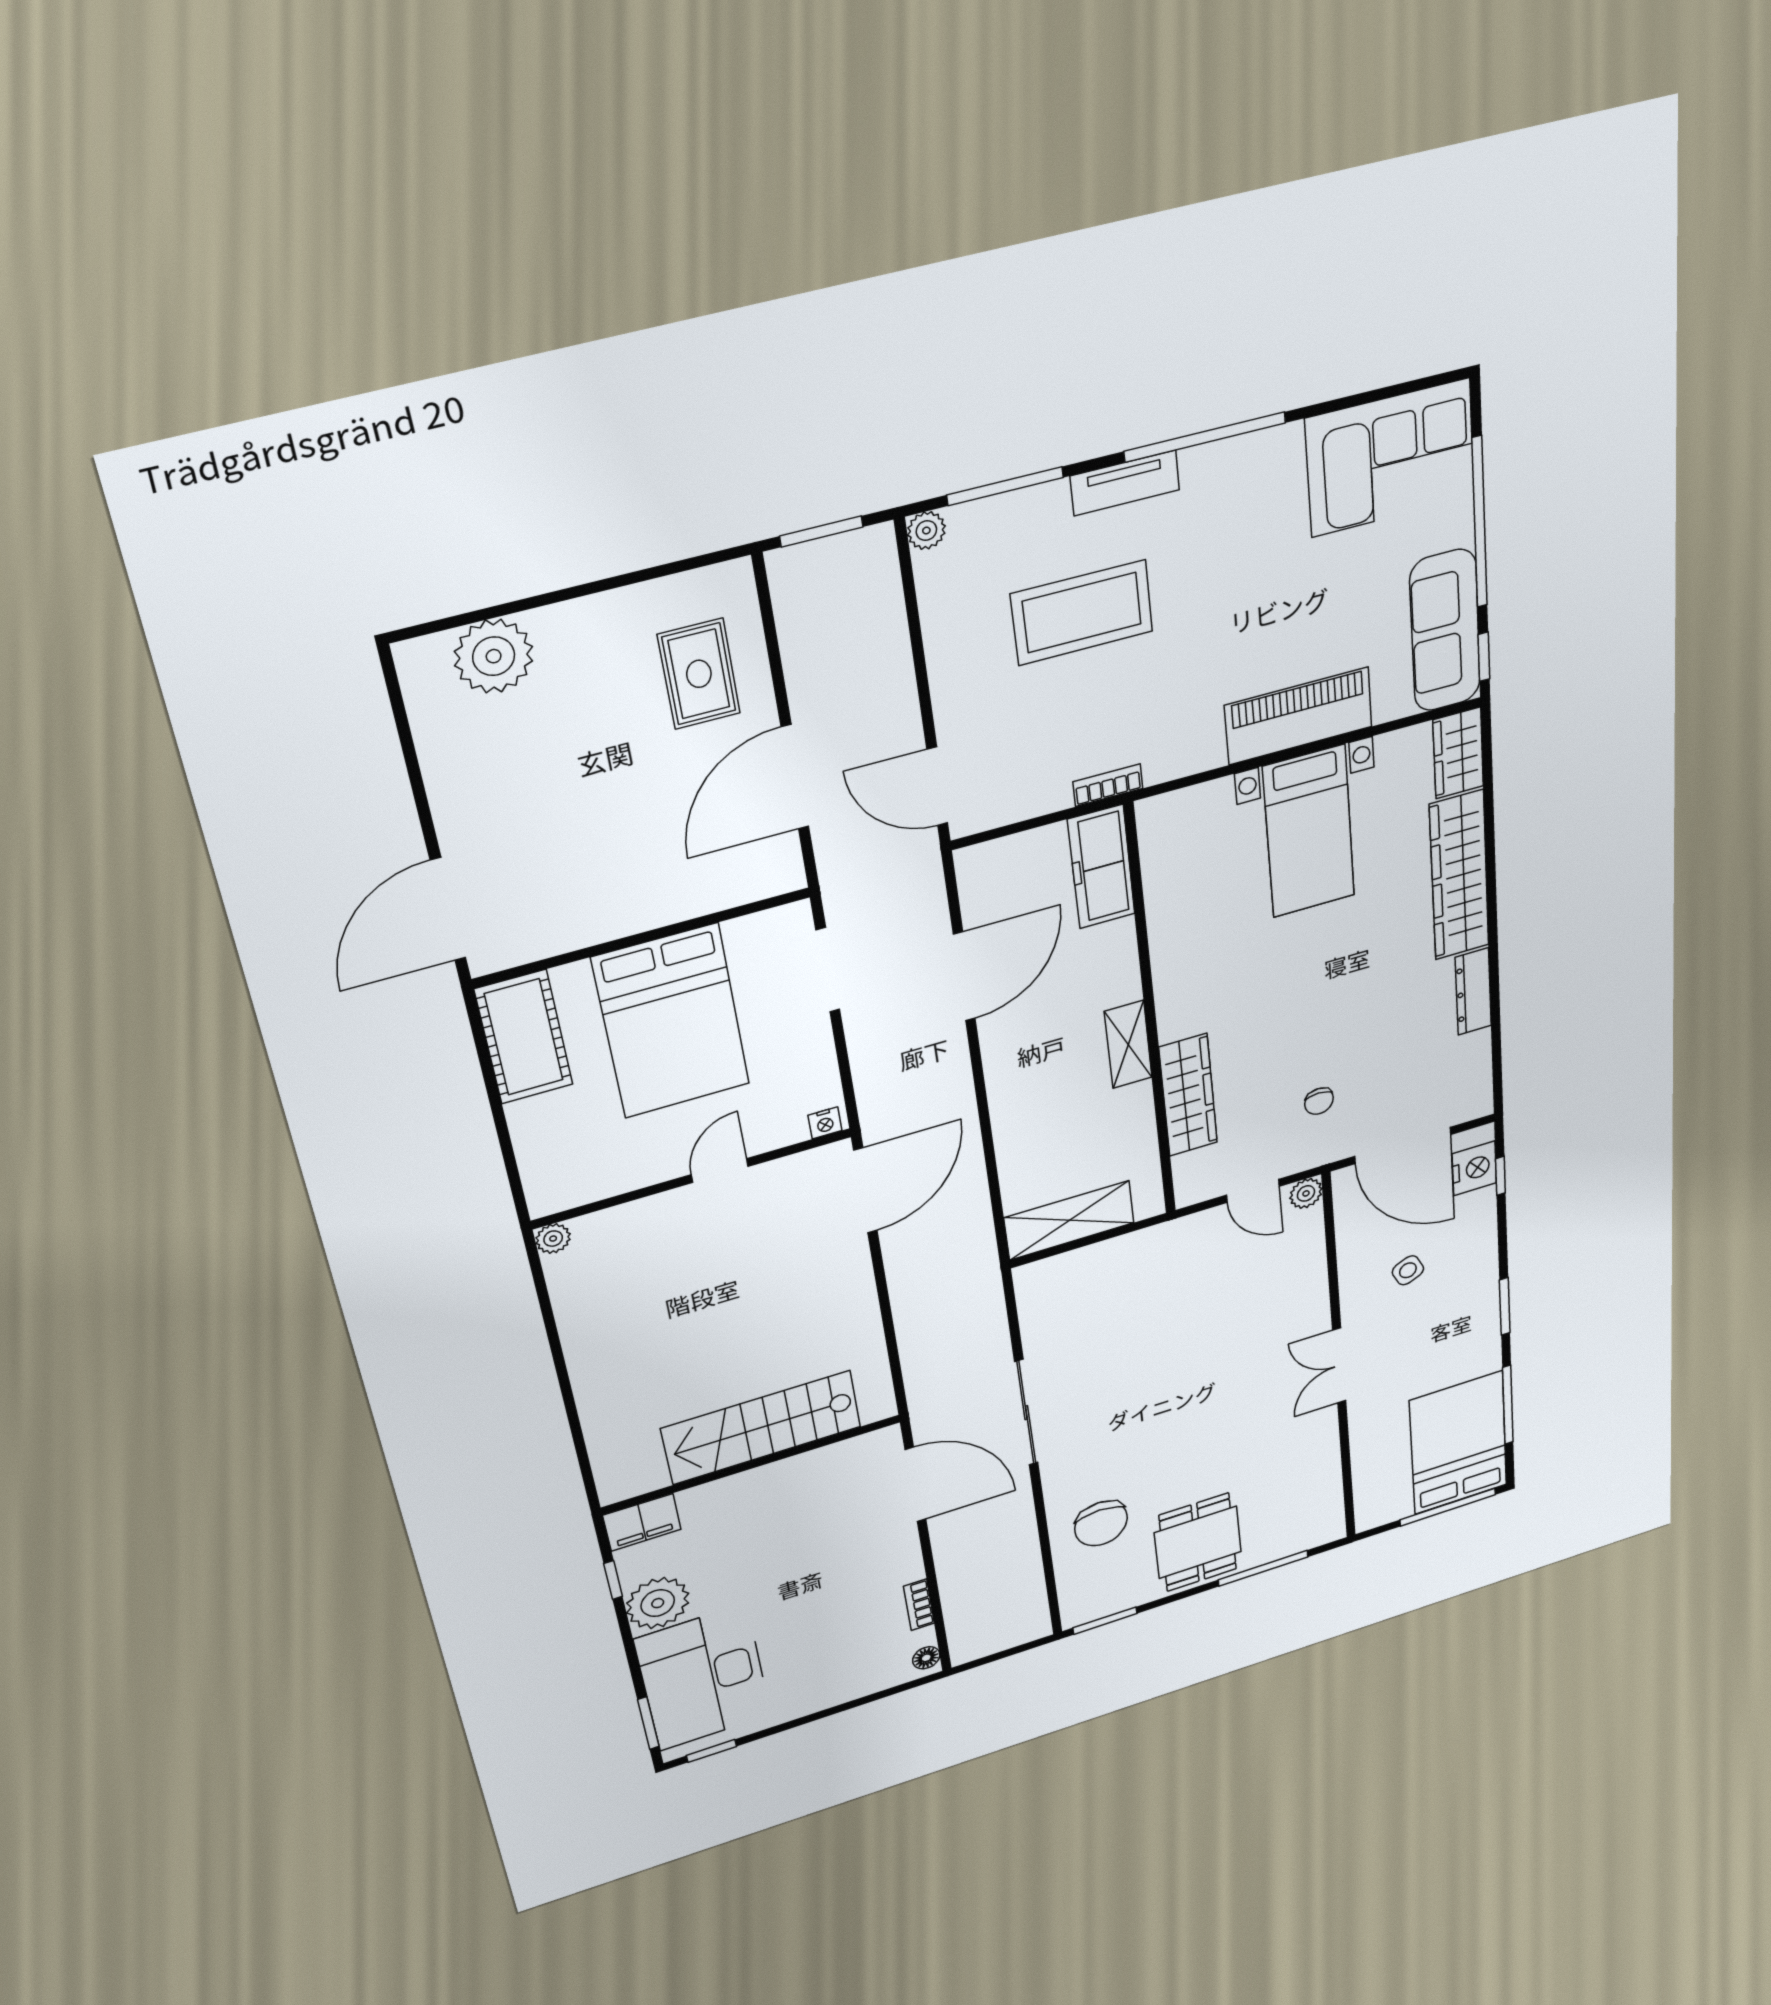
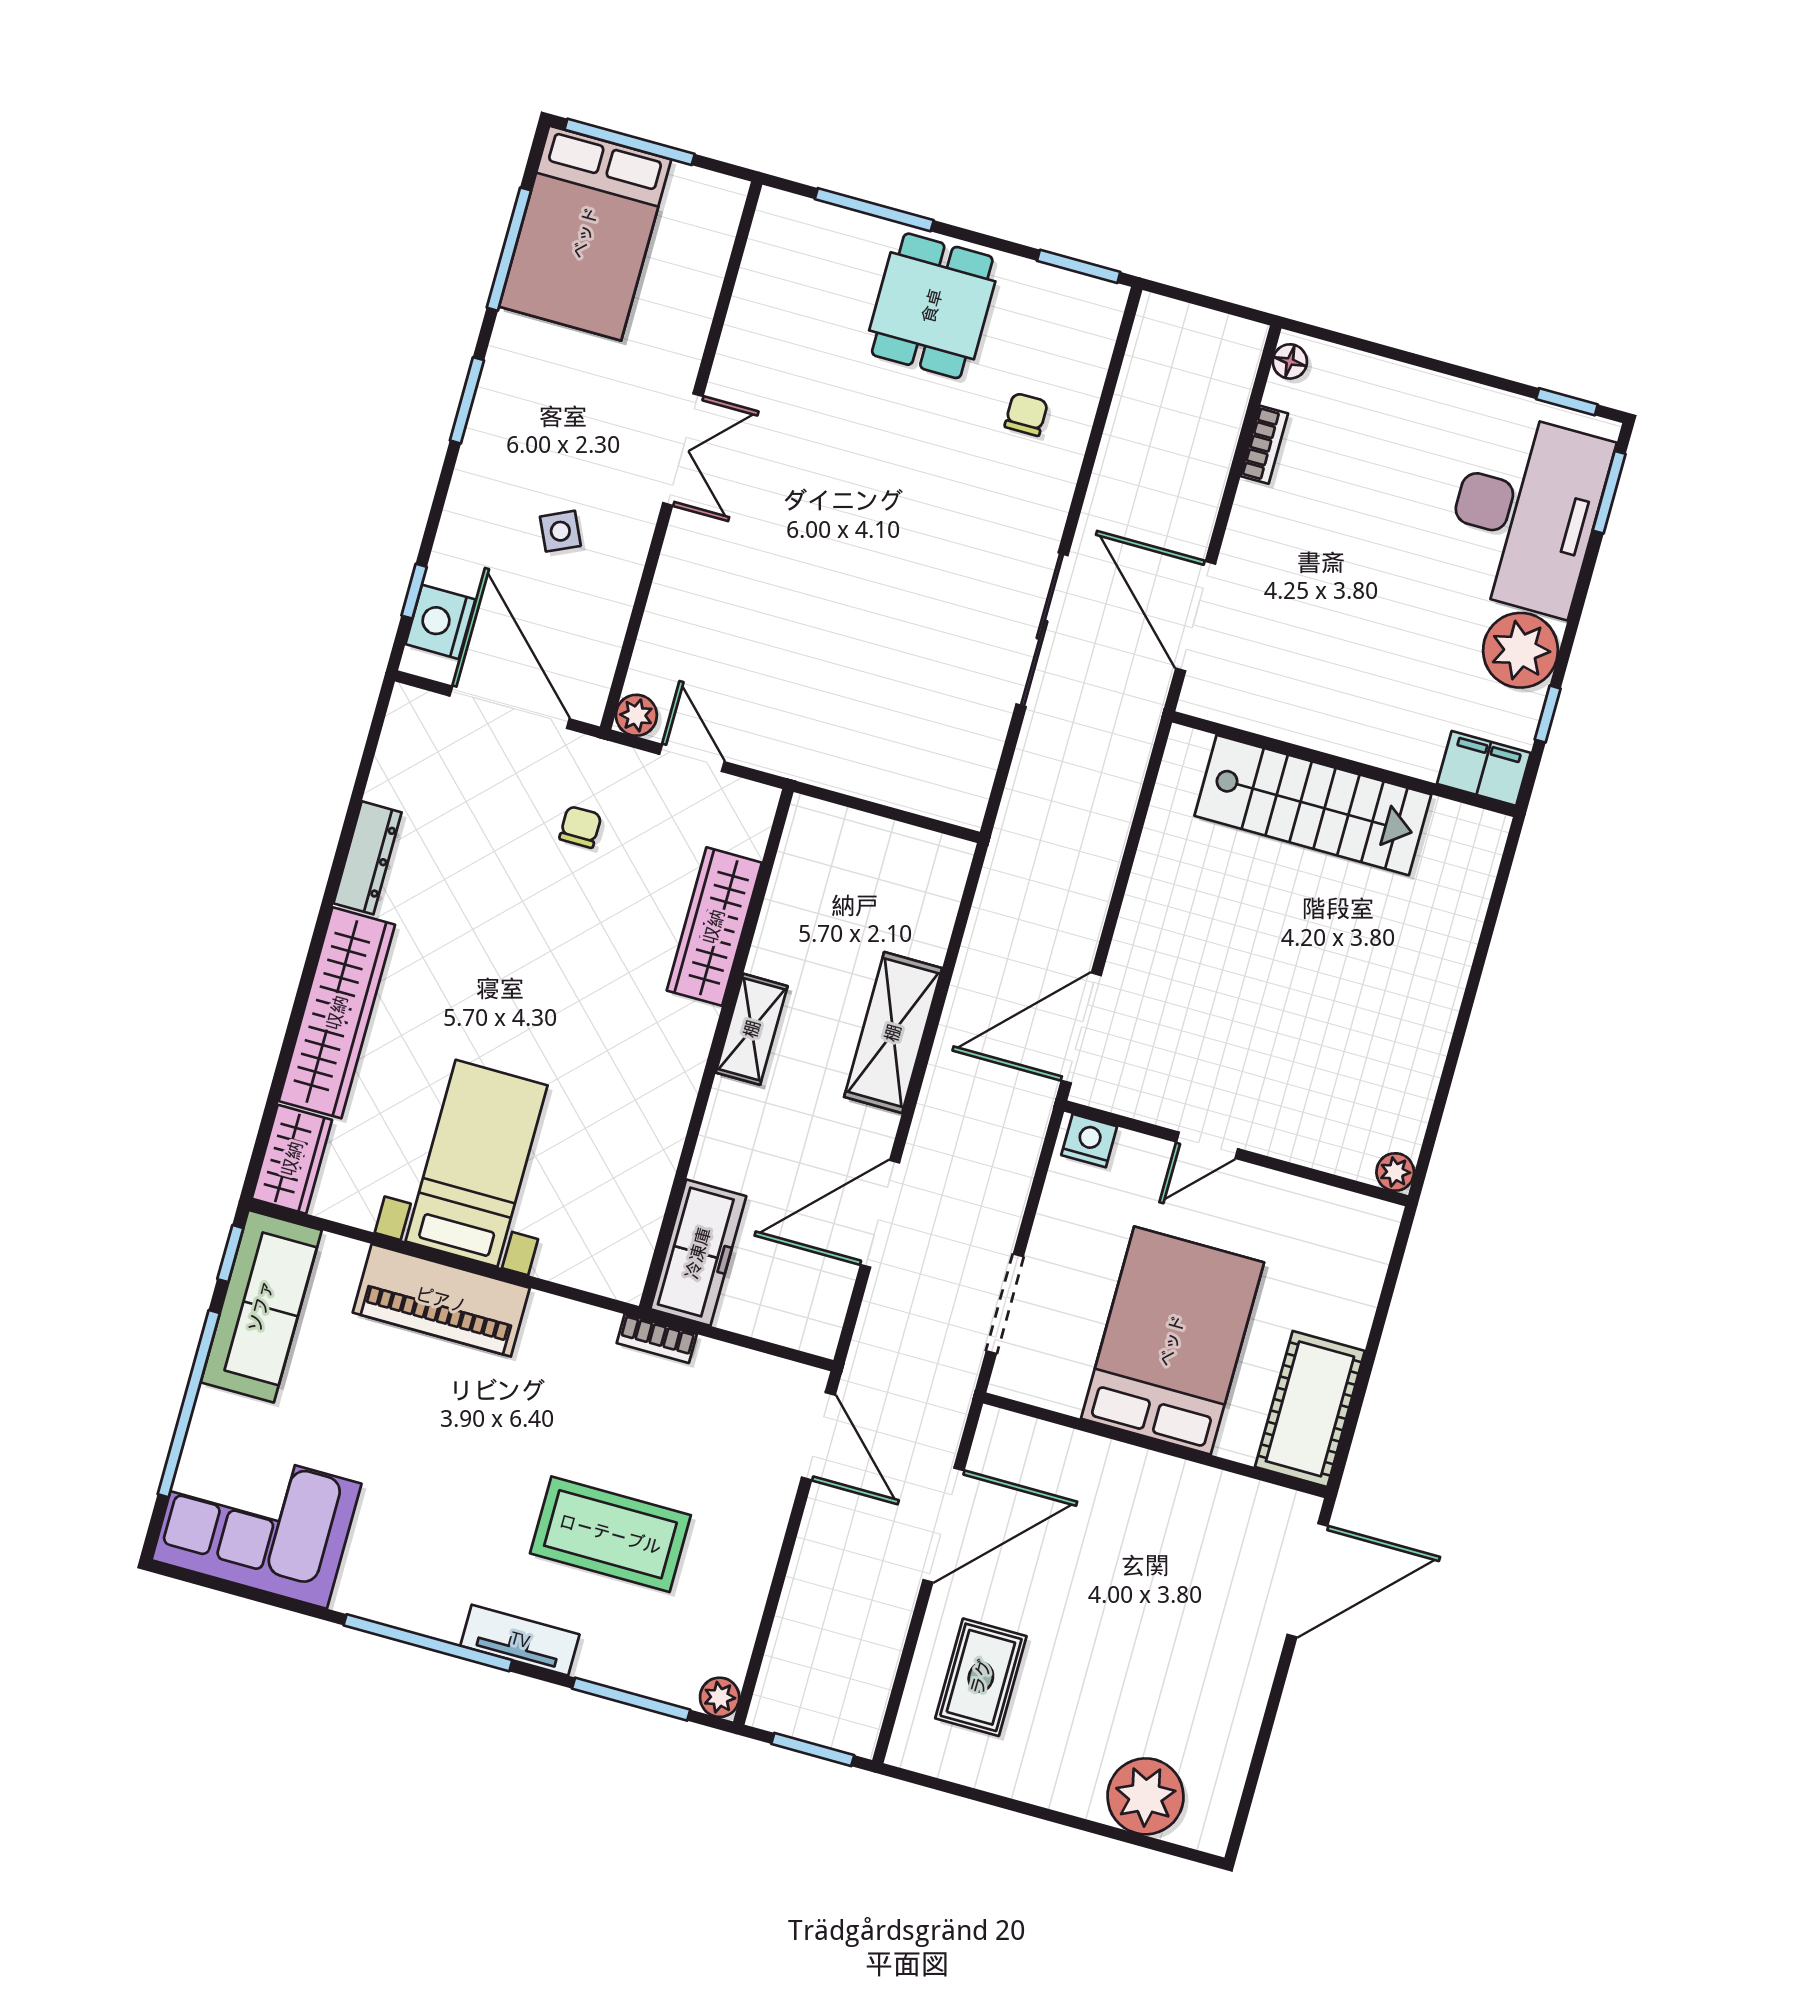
nightstand: (825, 1123) -> (1089, 1141), width x1.39, depth x1.35
shelving: (1069, 1220) -> (893, 1033), moved, turned 90
chair: (1101, 1524) -> (1026, 414), width x0.54, depth x0.54

